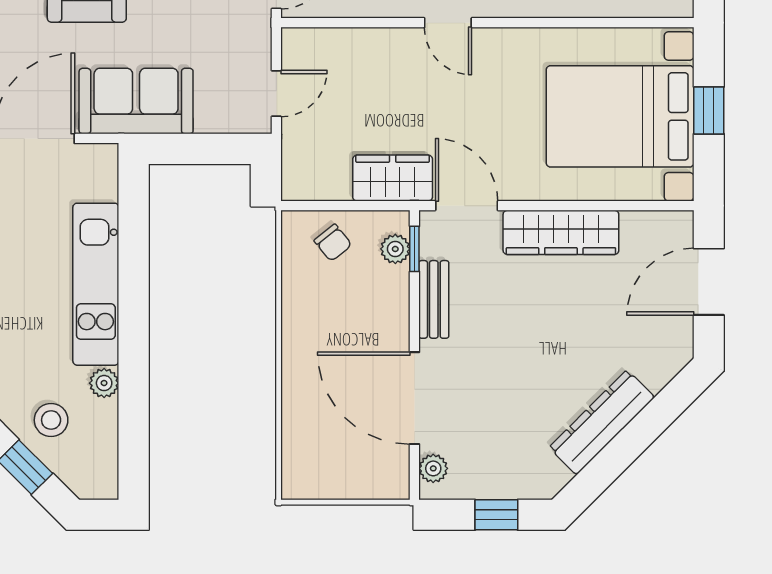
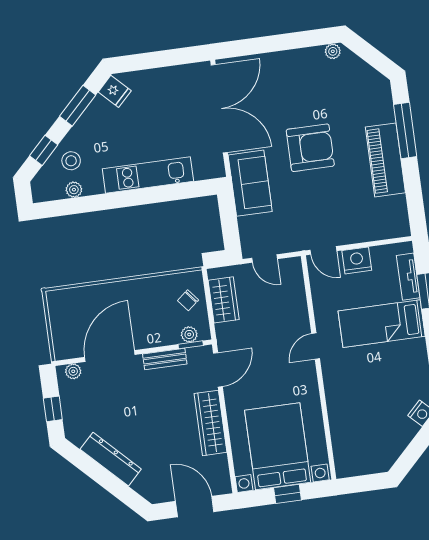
wardrobe: (393, 178) -> (224, 300), moved
plant: (104, 383) -> (74, 190), moved

